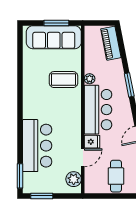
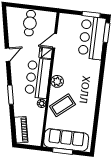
coffee table: (63, 80) -> (62, 105), turned -40
bar counter: (37, 146) -> (92, 38), moved
plant: (74, 179) -> (57, 81), moved

